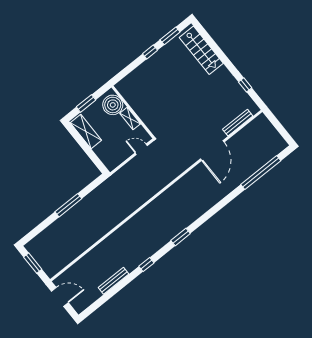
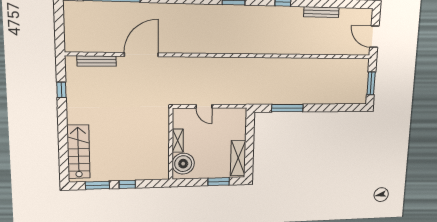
boiler: (113, 105) -> (183, 164), moved
wall: (133, 112) -> (171, 144), moved
shelving: (130, 119) -> (178, 141), moved
window: (68, 205) -> (287, 108), moved

